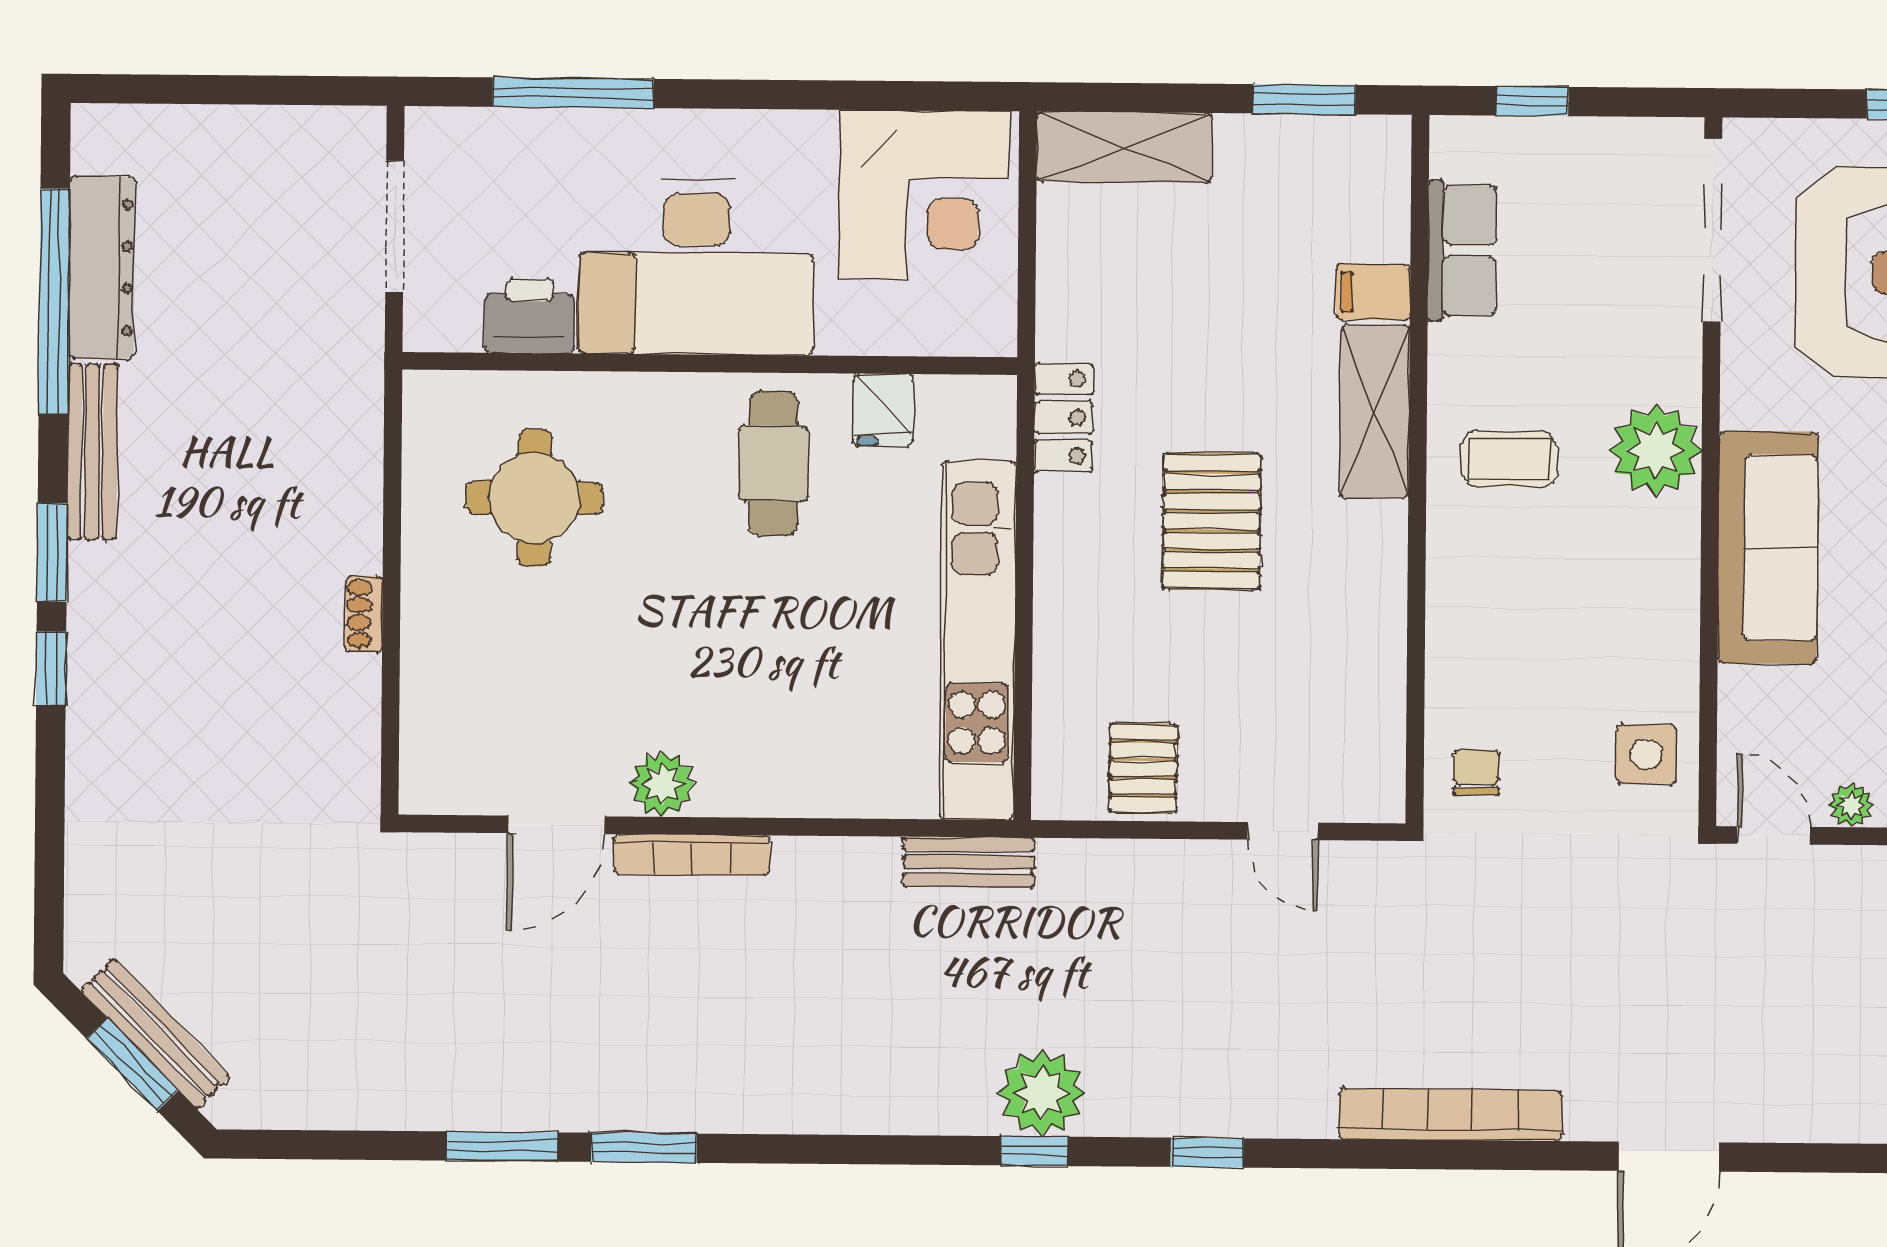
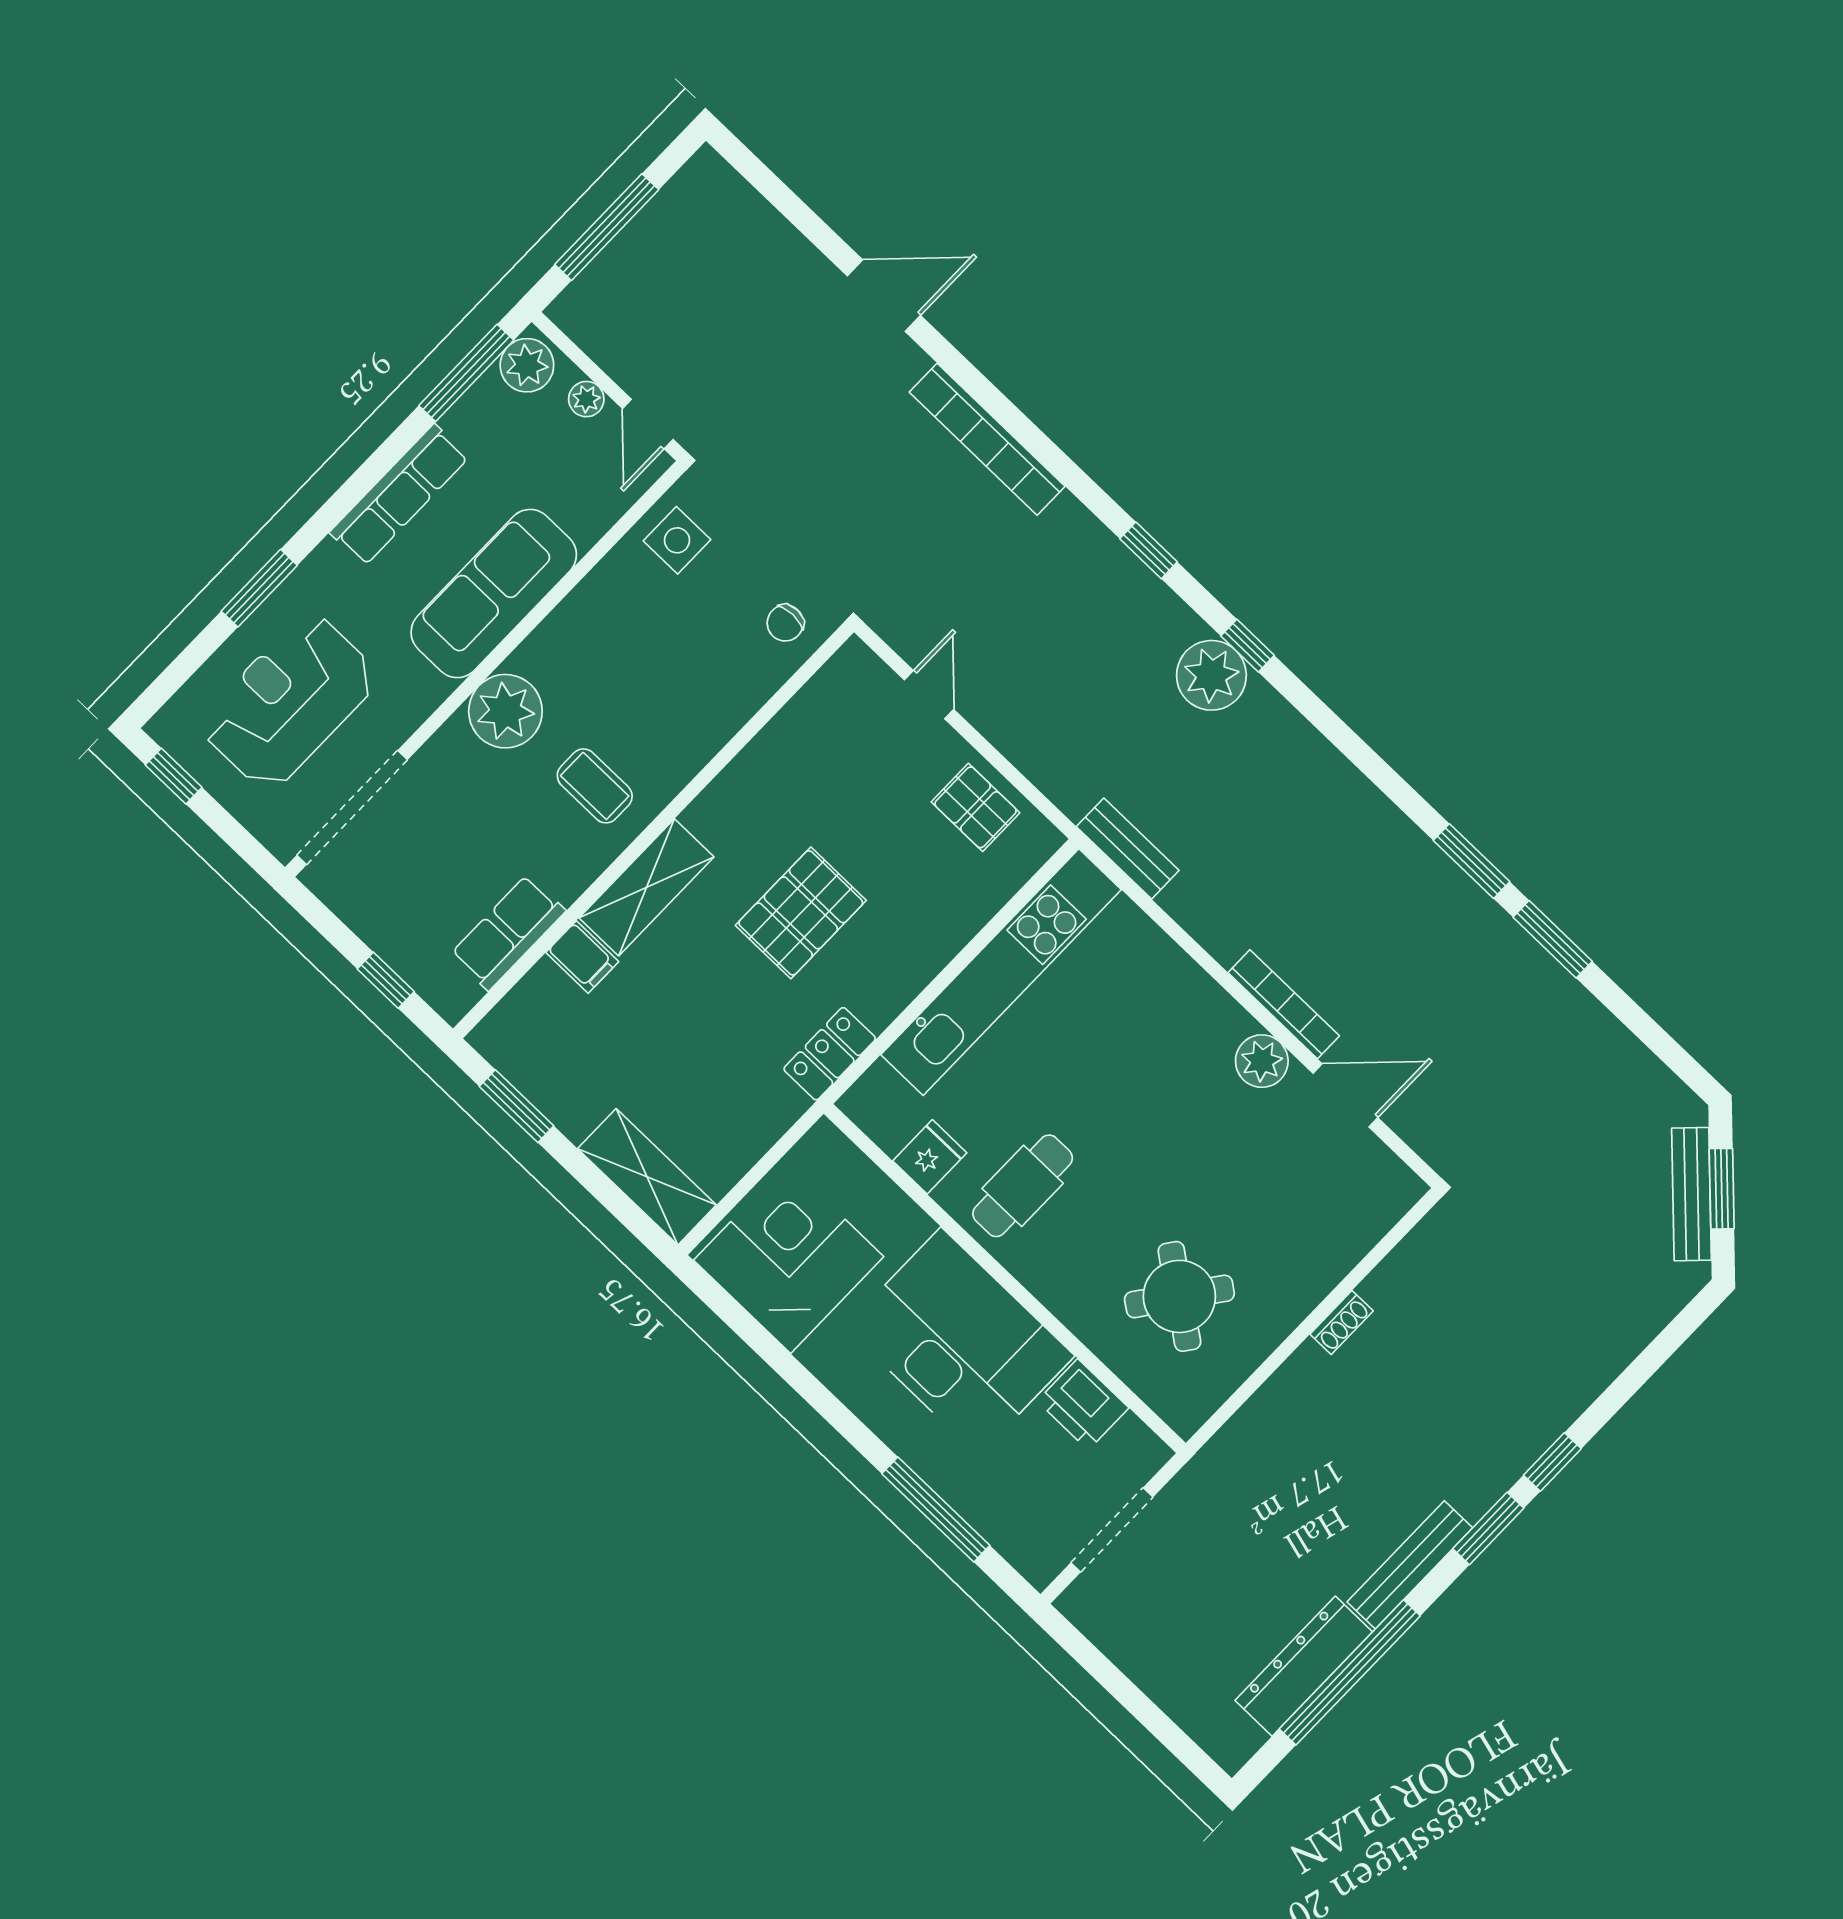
round table: (535, 498) -> (1179, 1296), turned 36
pallet: (1143, 768) -> (976, 807), turned 90

